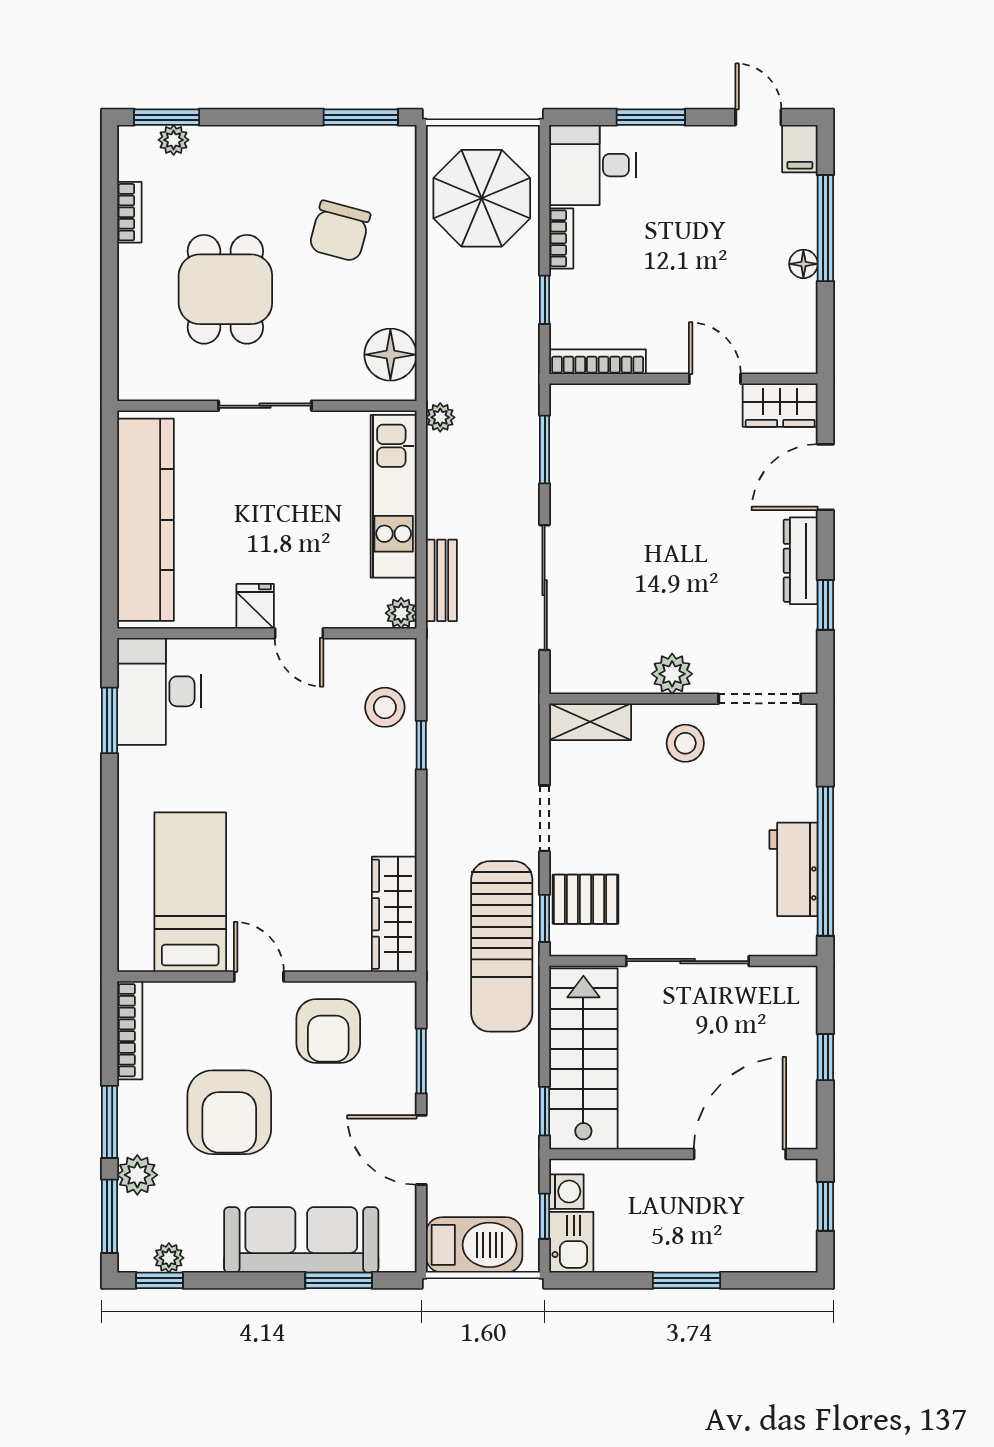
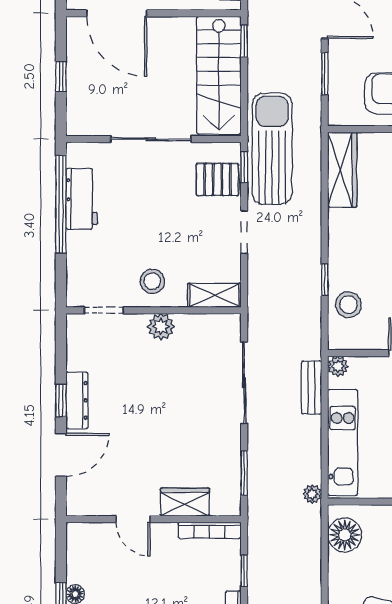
wardrobe: (780, 405) -> (185, 502), moved
window: (825, 605) -> (61, 401), moved
doorway: (760, 699) -> (104, 310), width x0.73
door: (740, 1154) -> (117, 13), hinge flipped

